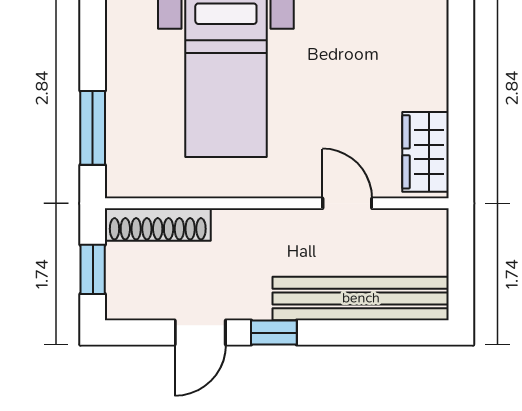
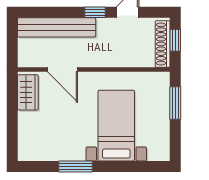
door: (347, 203) -> (62, 70), width x1.38
shoe rack: (158, 225) -> (163, 44), moved, turned -90

